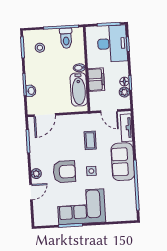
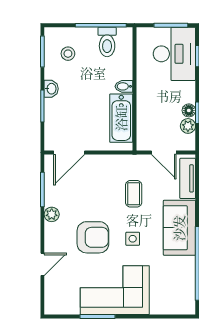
filing cabinet: (96, 80) -> (148, 105), removed
washbasin: (31, 91) -> (51, 89), moved
plant: (36, 174) -> (52, 214), moved

